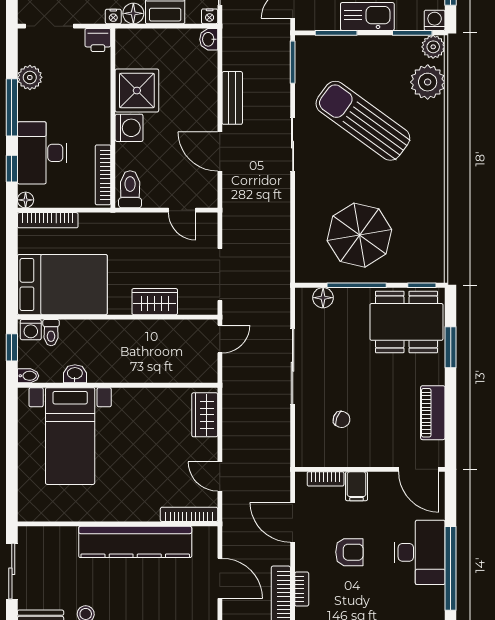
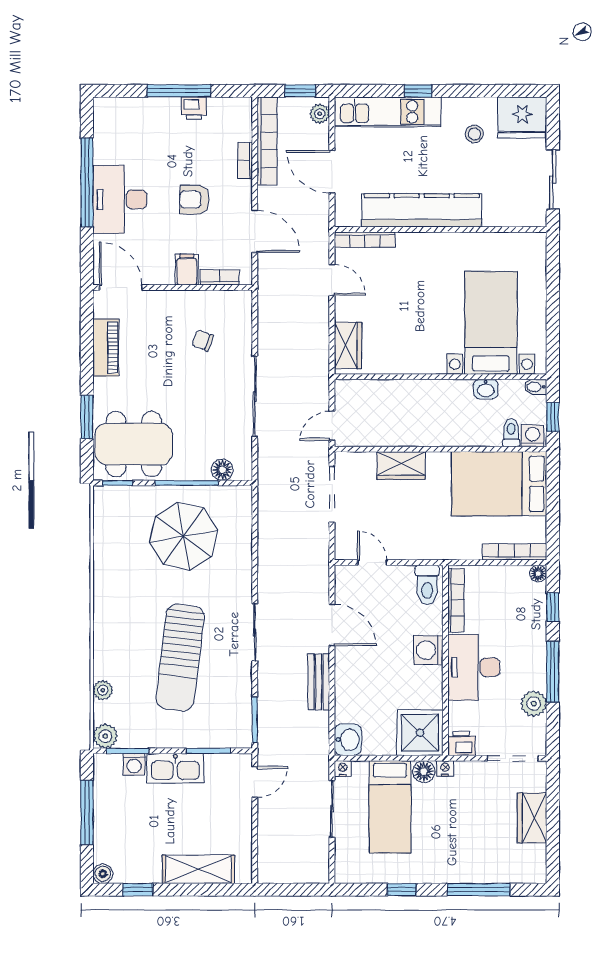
washing machine: (435, 20) -> (134, 764), moved
washbasin: (209, 39) -> (348, 740), width x1.38, depth x1.45
plant: (428, 82) -> (103, 690), width x0.53, depth x0.53
shower: (137, 91) -> (420, 733), moved
sun lounger: (363, 121) -> (180, 658), turned 61
desk: (42, 153) -> (474, 667), moved, turned 180

